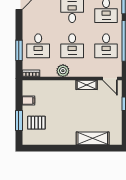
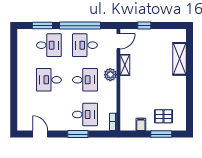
desk: (106, 46) -> (85, 45), turned 180
window: (19, 50) -> (78, 134), moved
plant: (63, 71) -> (110, 75), moved
pallet: (36, 123) -> (163, 116), turned 90

